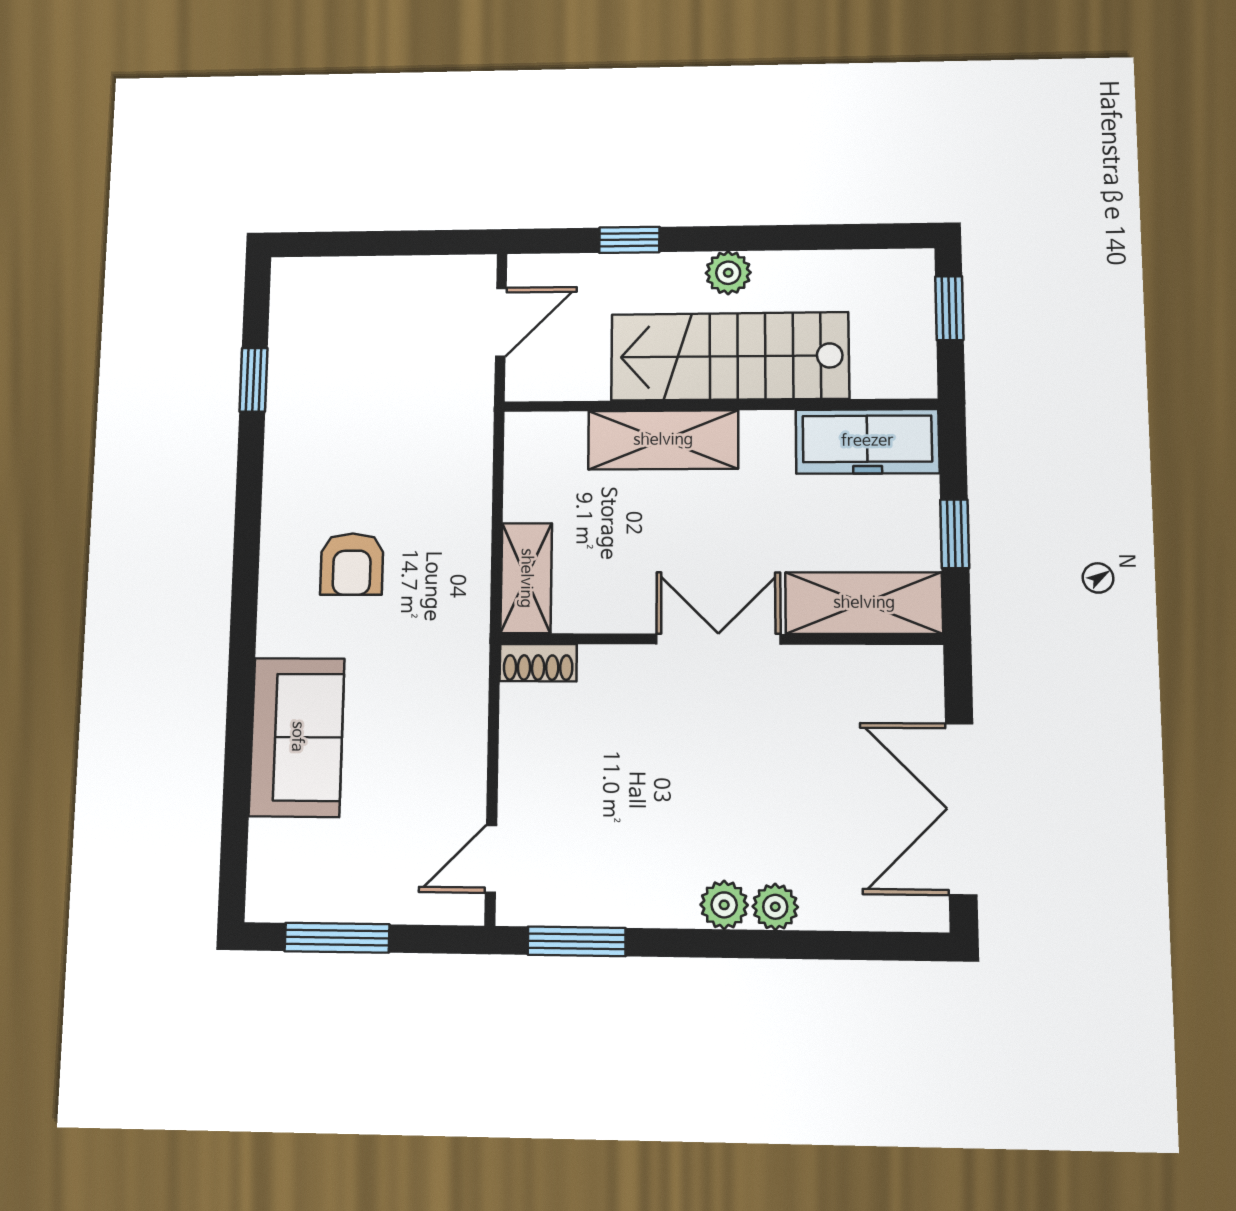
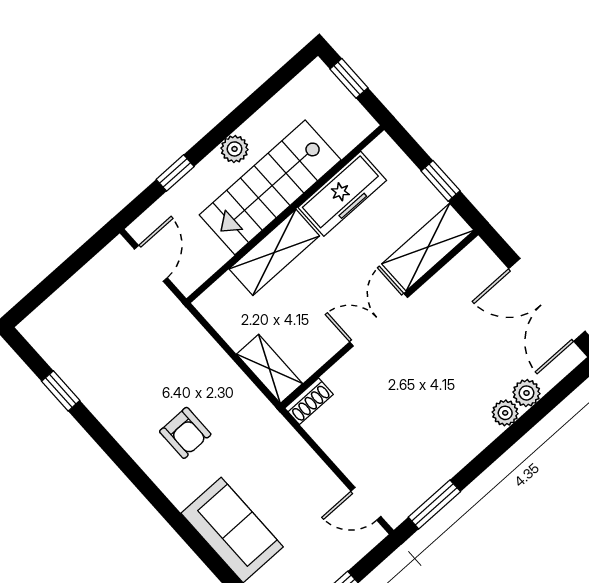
freezer: (867, 441) -> (342, 194), moved
door: (491, 859) -> (366, 504), hinge flipped
plant: (724, 905) -> (527, 393), moved

